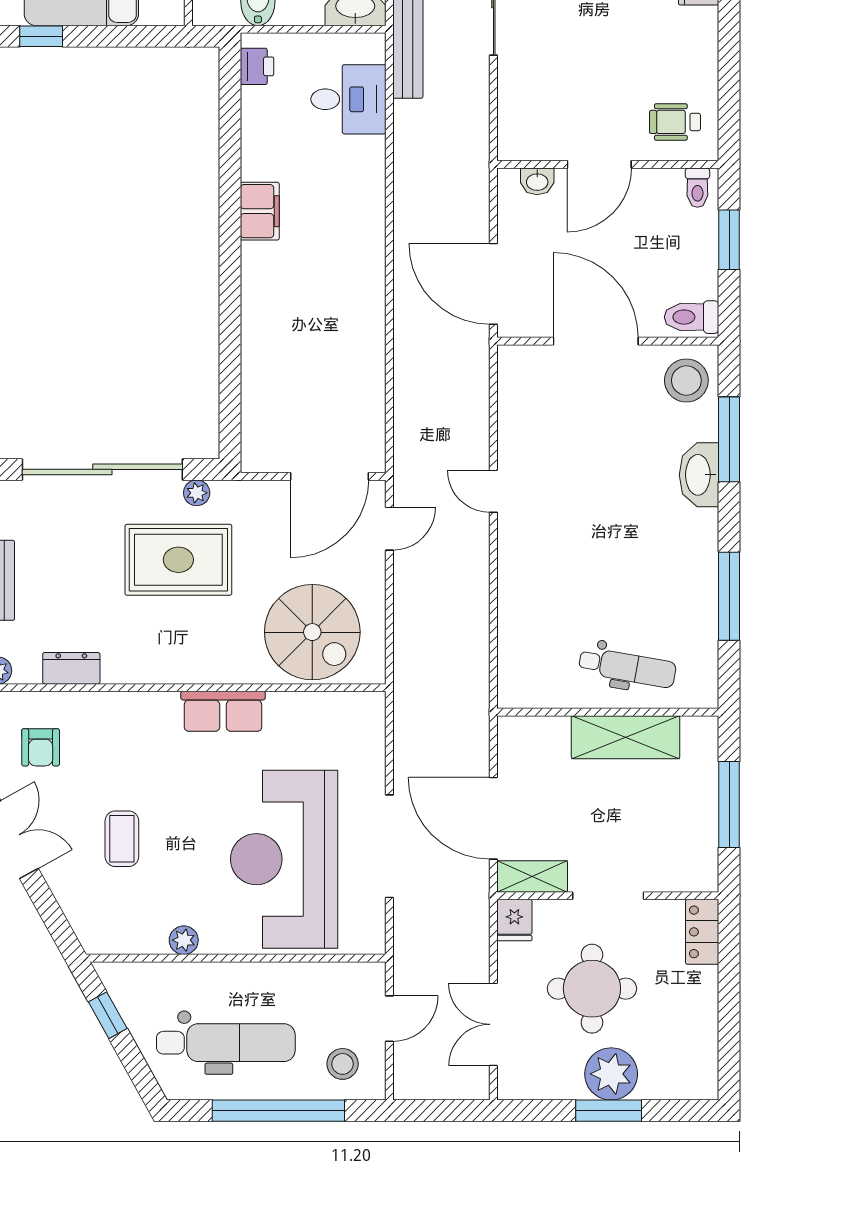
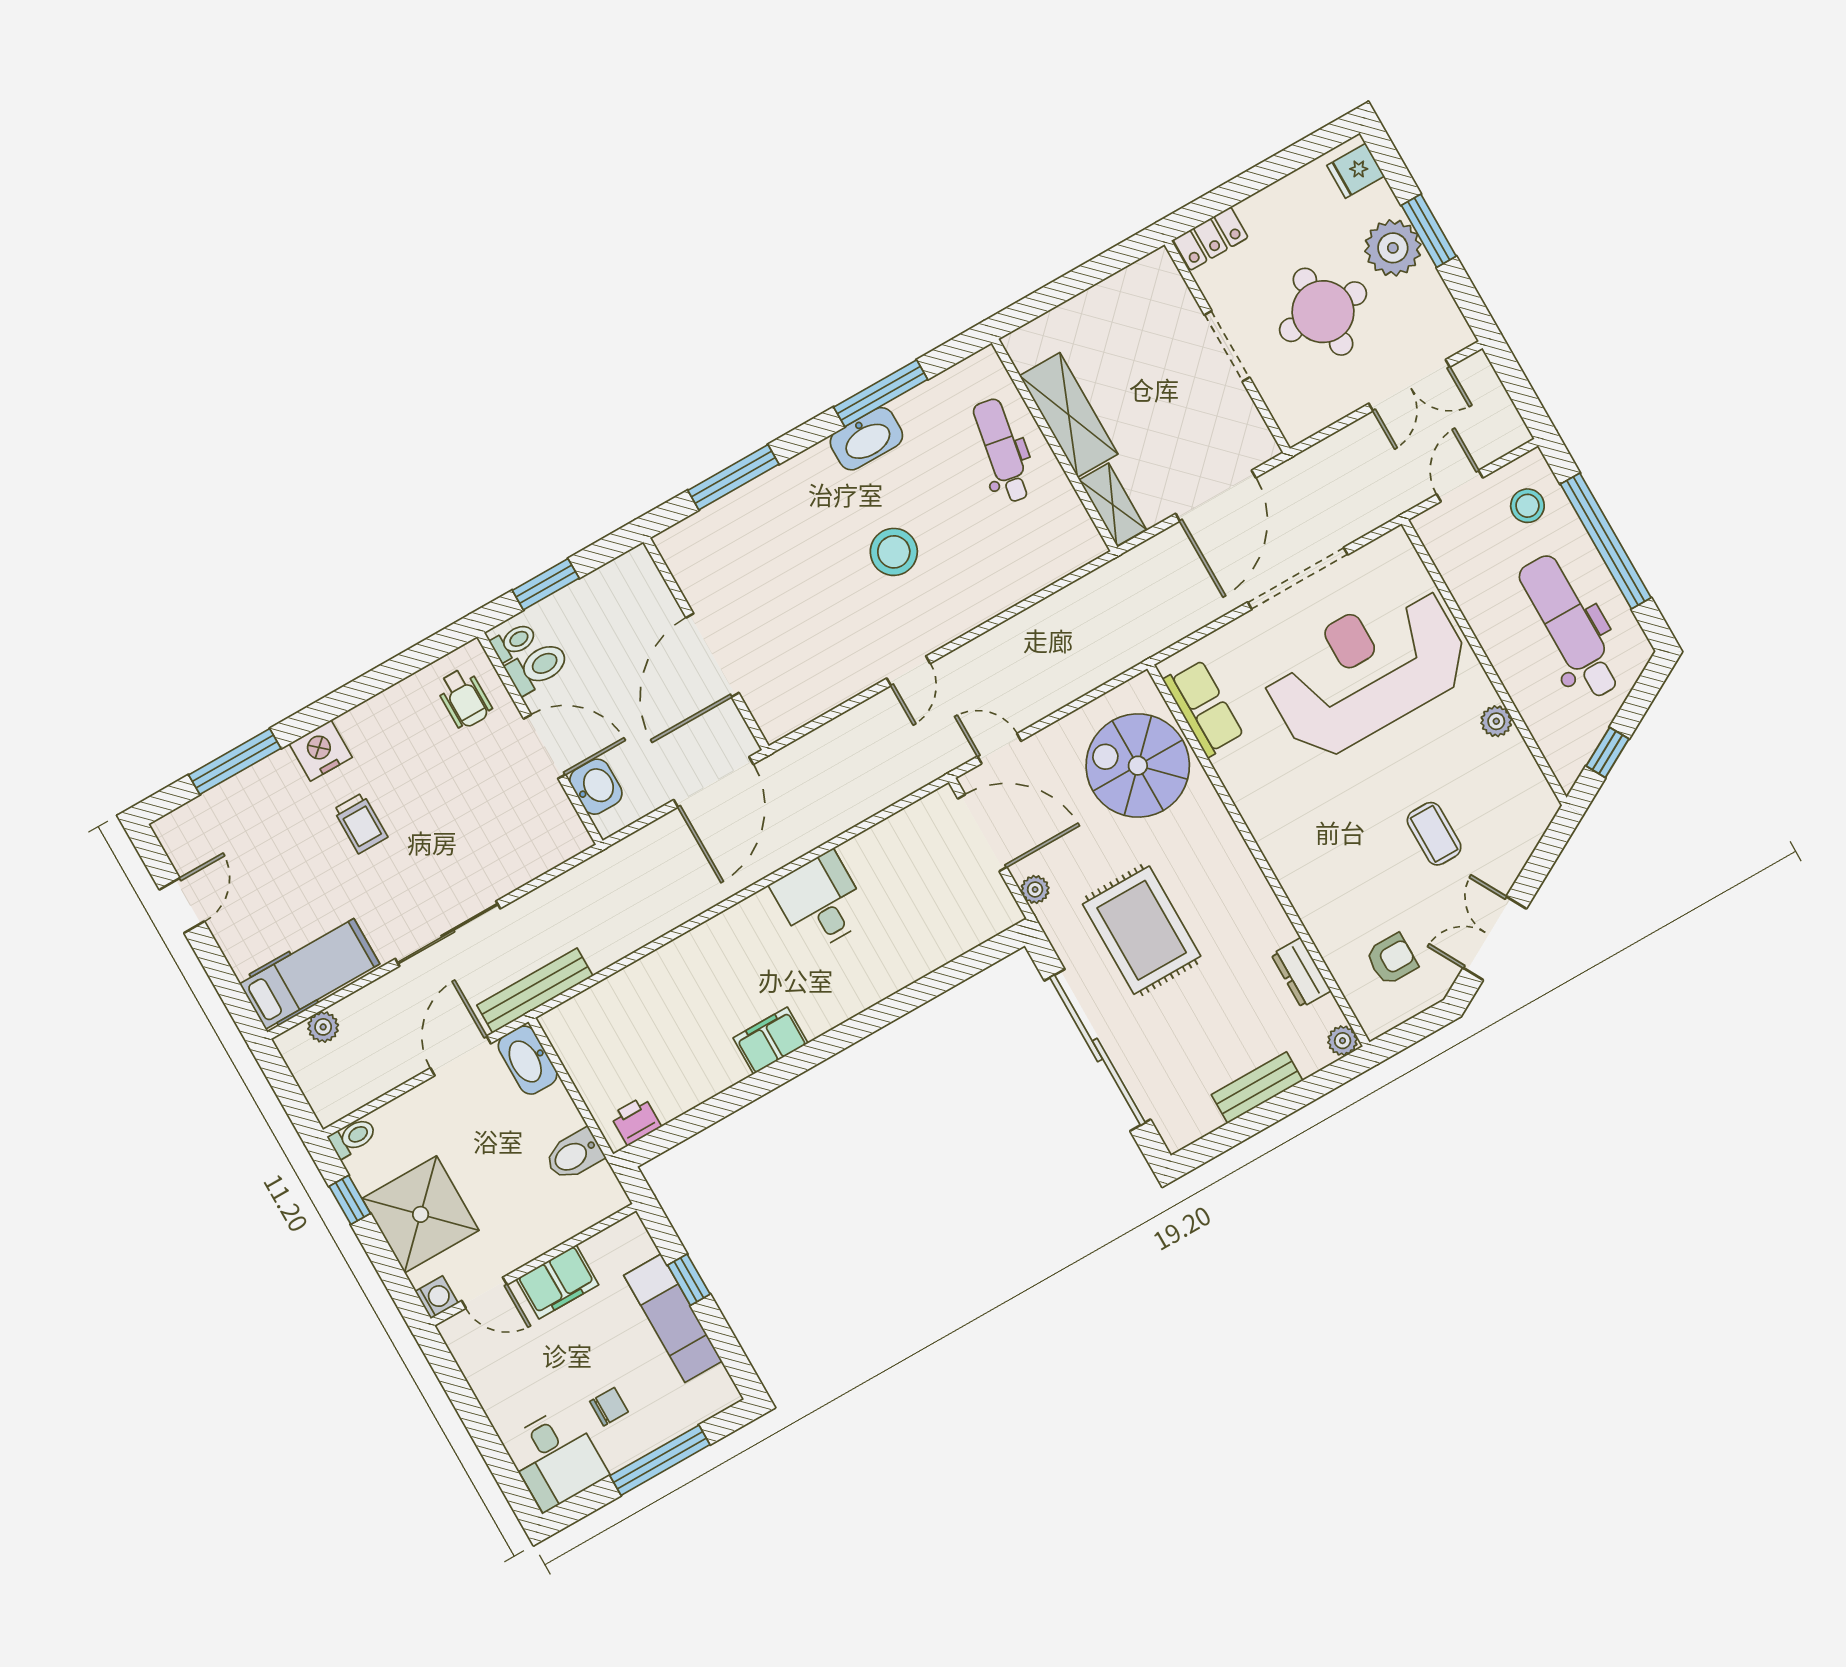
window: (41, 36) -> (689, 1280), moved
desk: (348, 99) -> (820, 902), moved
washbasin: (537, 181) -> (596, 787), width x1.38, depth x1.45
toilet: (692, 317) -> (537, 667), moved, turned -90
stool: (686, 380) -> (894, 552), moved
washbasin: (699, 475) -> (866, 439), moved
plant: (197, 493) -> (1035, 889), moved
spiral stairs: (312, 632) -> (1138, 766), turned -90
row of seats: (223, 711) -> (1204, 708), moved
window: (729, 805) -> (1077, 281), removed
coffee table: (122, 839) -> (1434, 834), turned 90
reception desk: (284, 859) -> (1366, 670), turned 180
shelving: (532, 876) -> (1113, 505), moved
fridge: (514, 920) -> (1356, 171), moved, turned 180
door: (389, 1019) -> (1460, 486), hinge flipped

